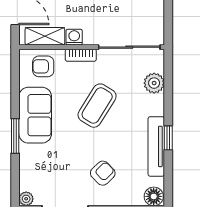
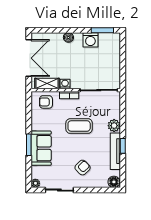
plant: (154, 83) -> (114, 126), moved
coffee table: (97, 106) -> (79, 126), turned 58
sofa: (35, 115) -> (41, 148), moved

